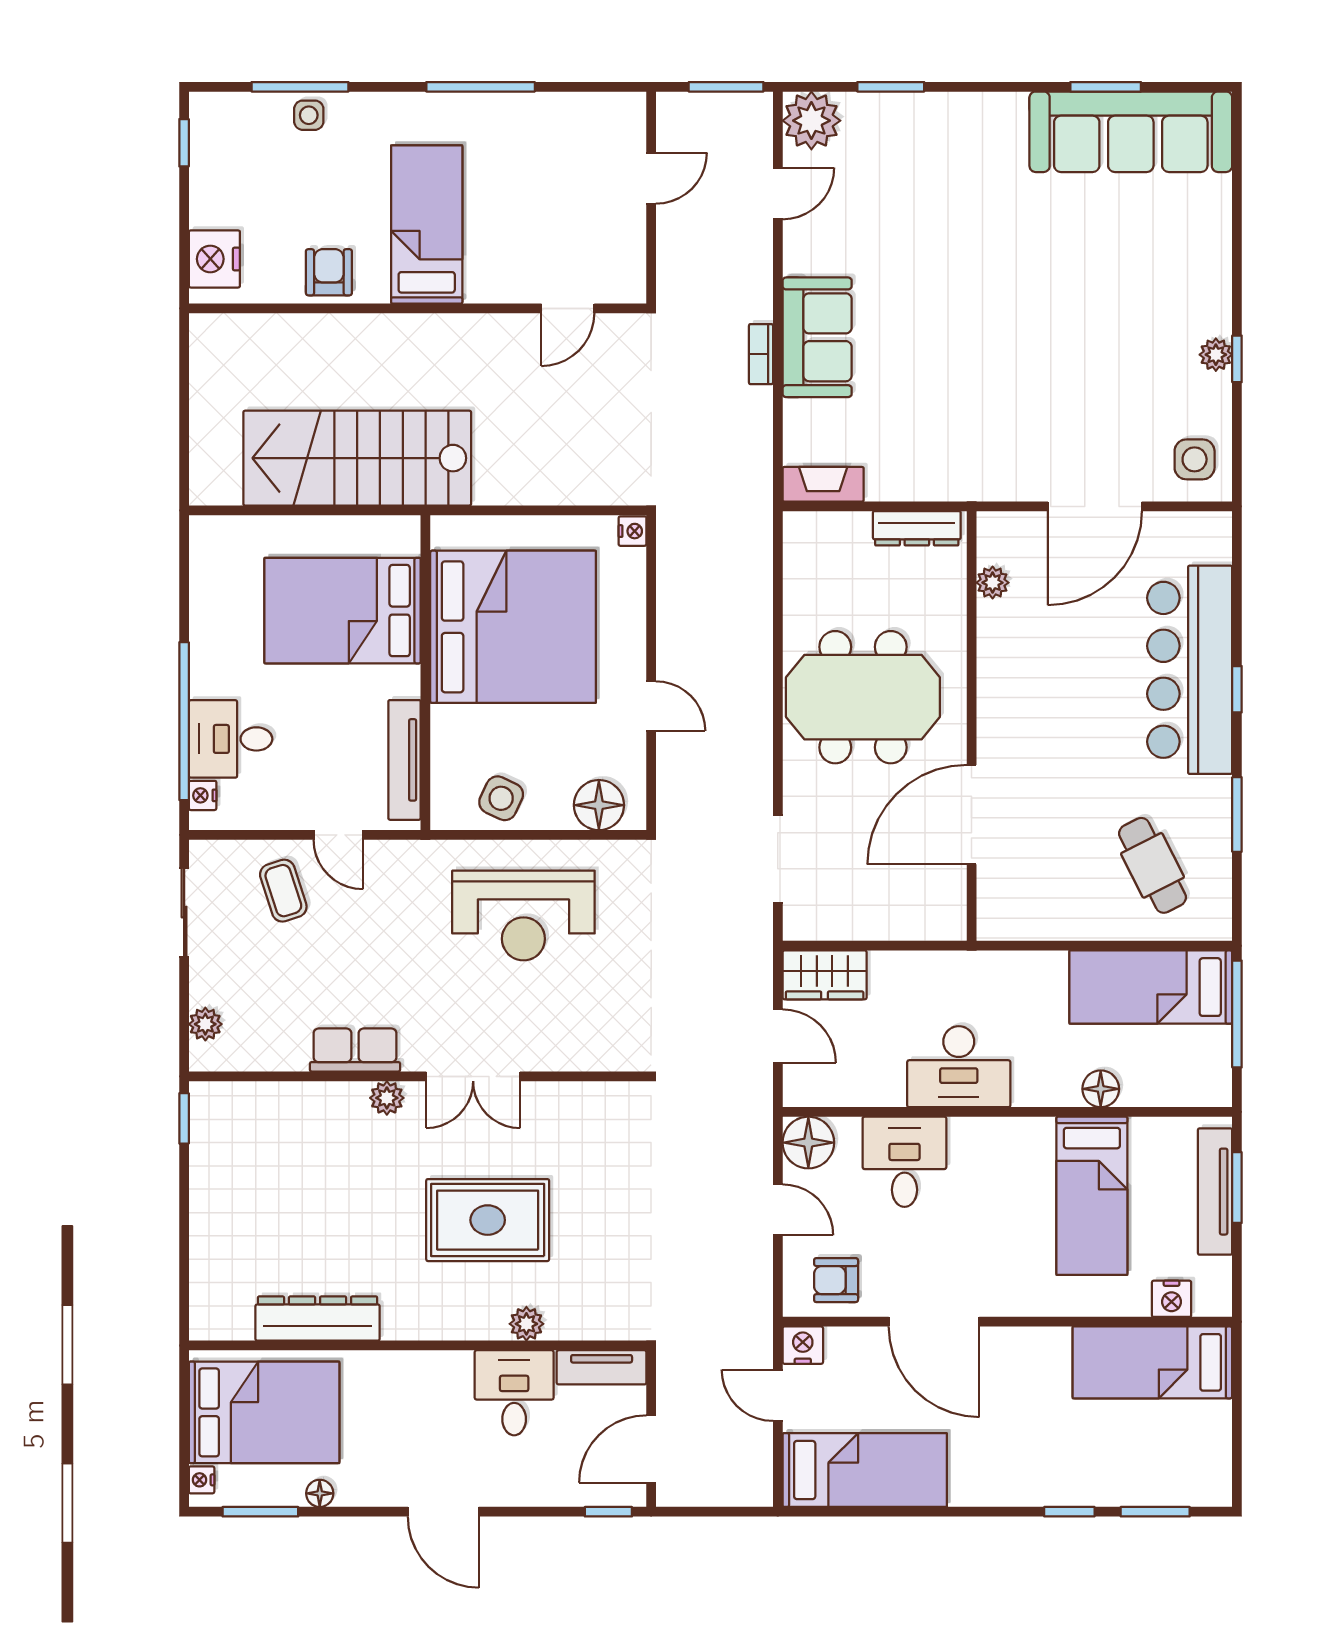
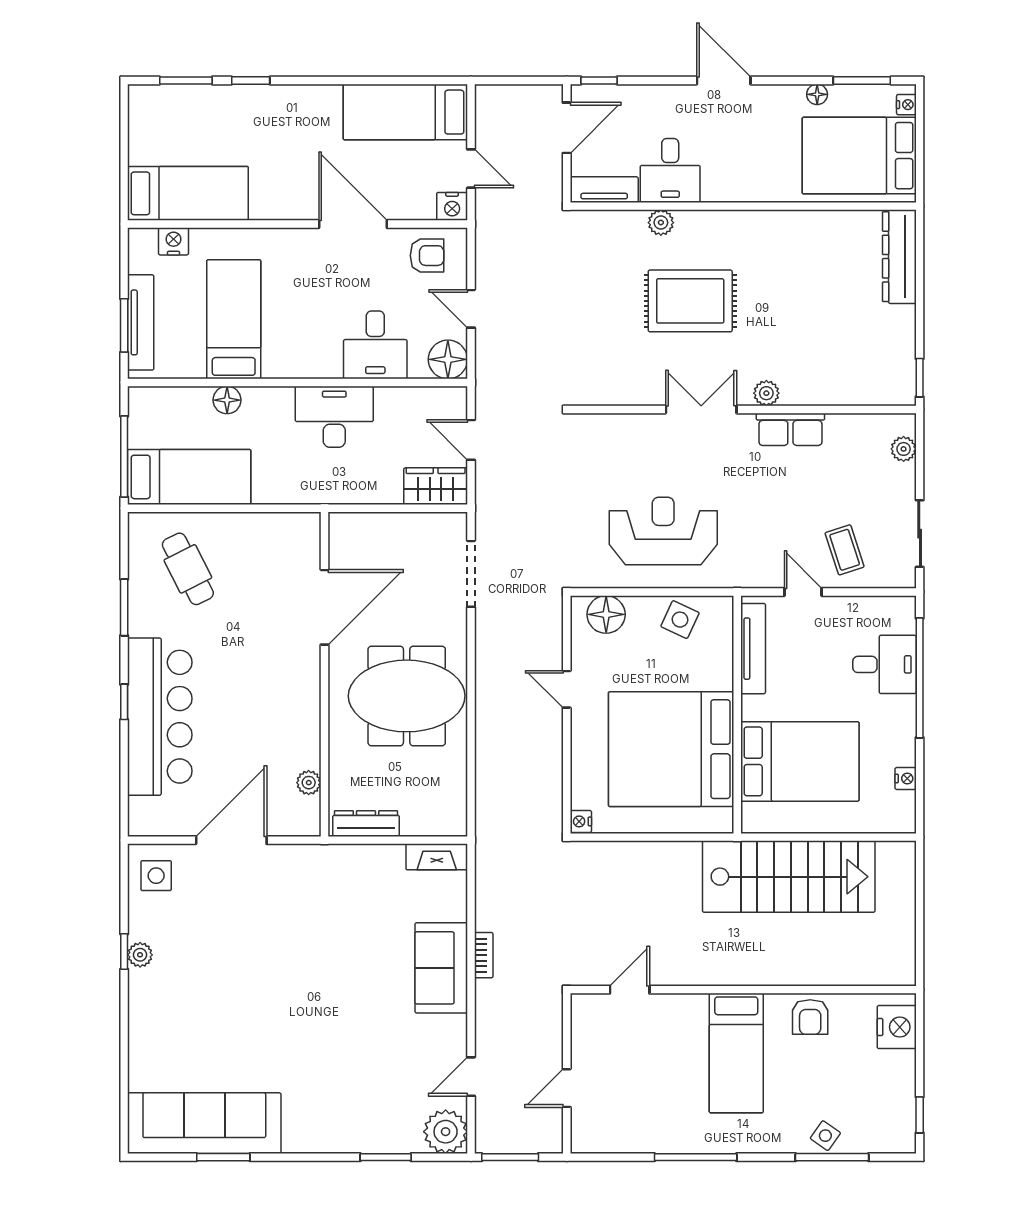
side table: (309, 115) -> (825, 1136), turned 35
nightstand: (203, 795) -> (906, 779), moved
dresser: (318, 1319) -> (899, 257), moved, turned 90

